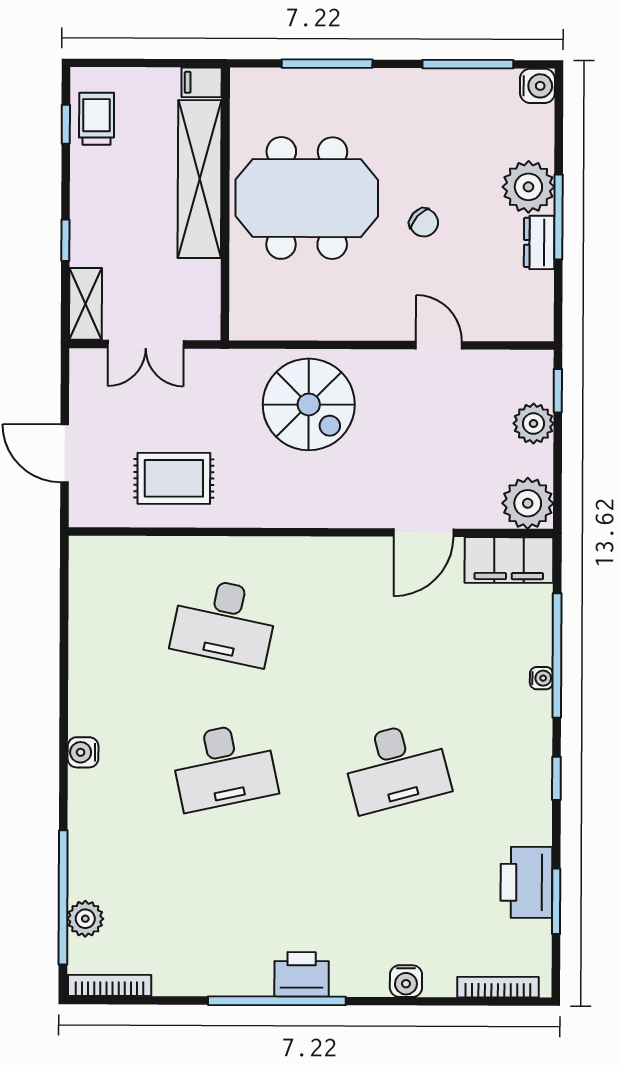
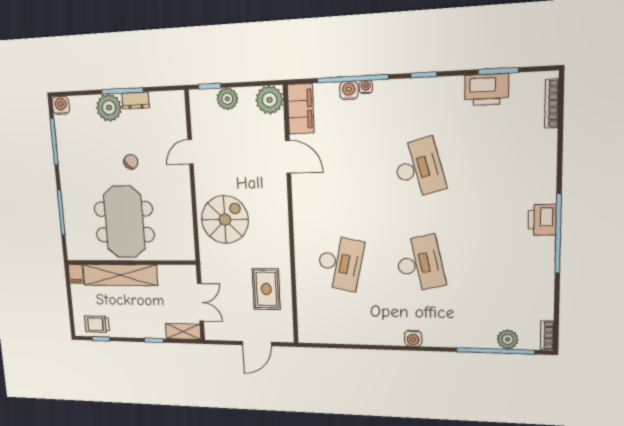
water cooler: (406, 981) -> (349, 91), moved, turned -90
bookcase: (110, 985) -> (547, 335), width x0.64

